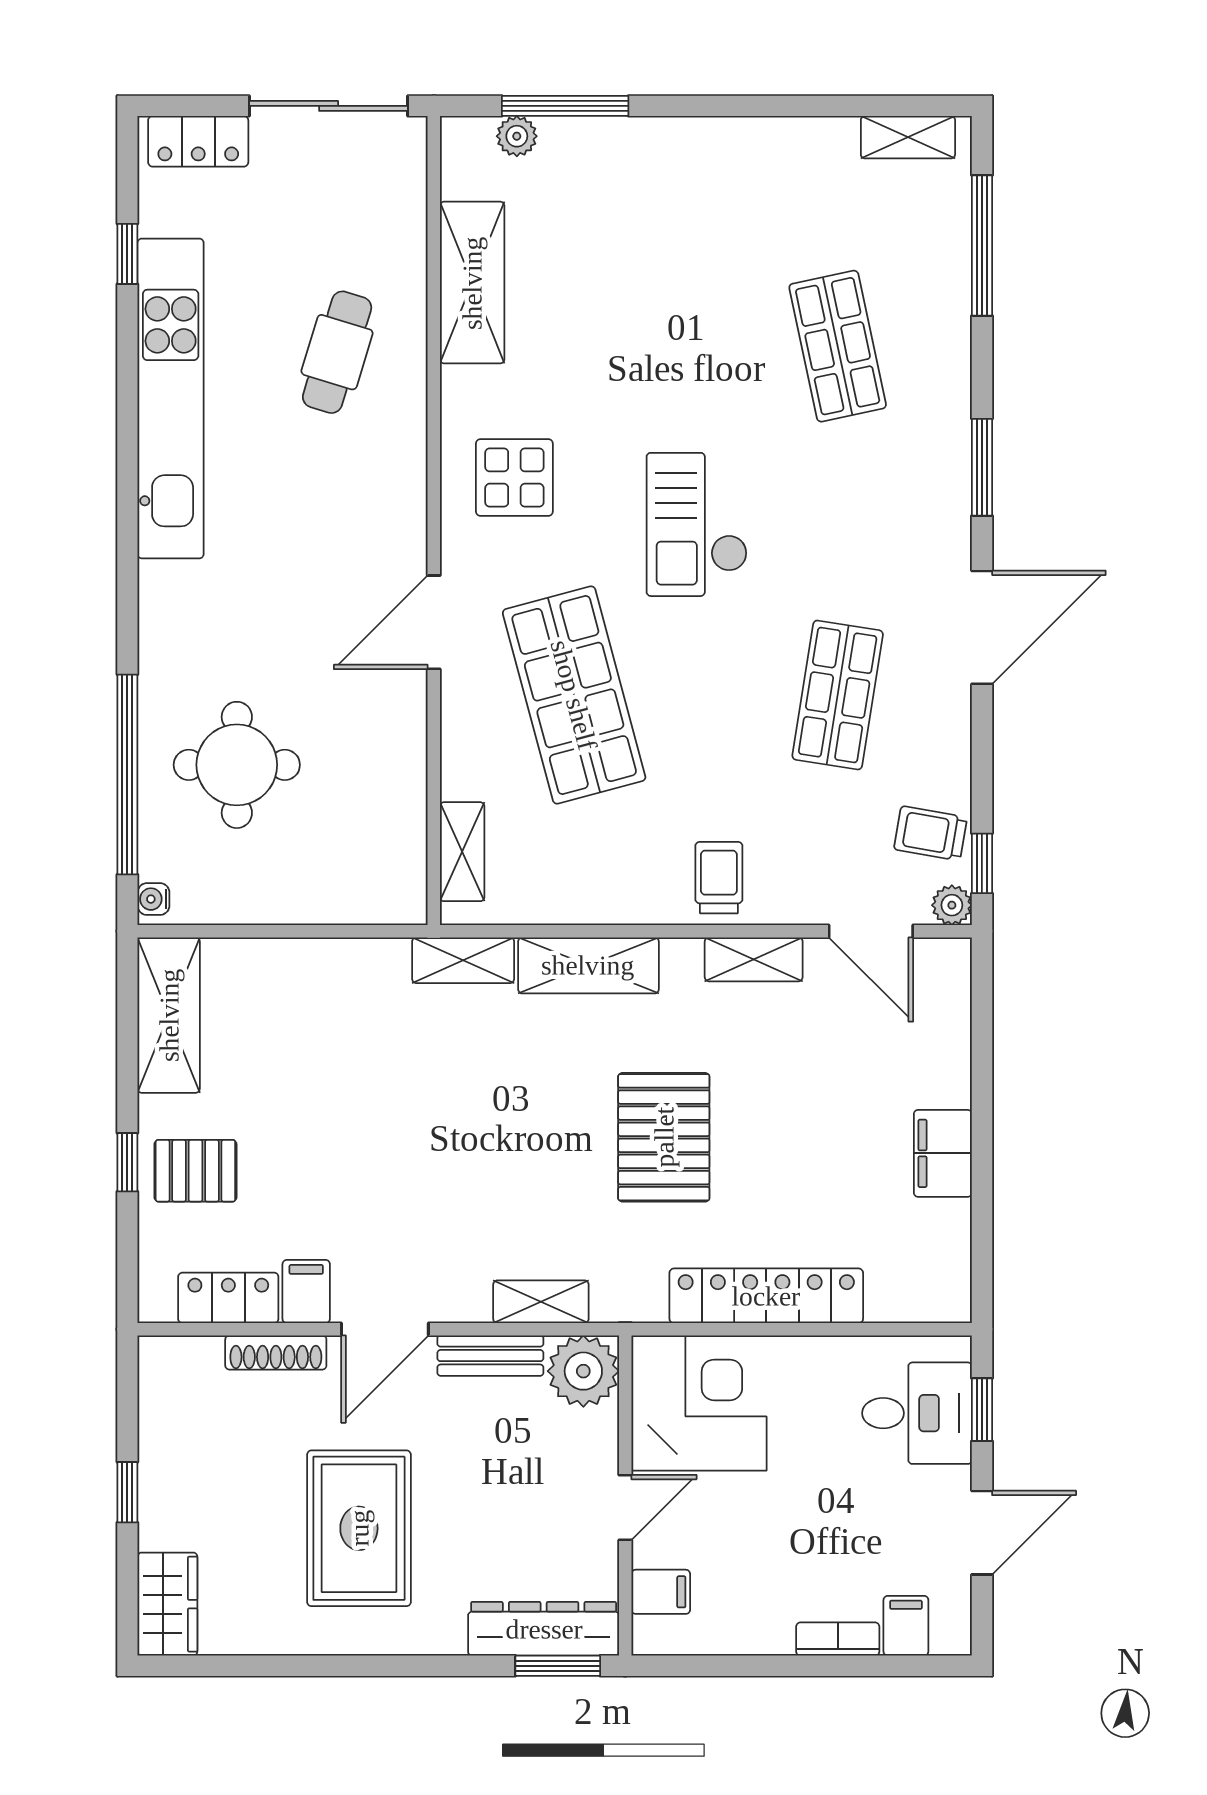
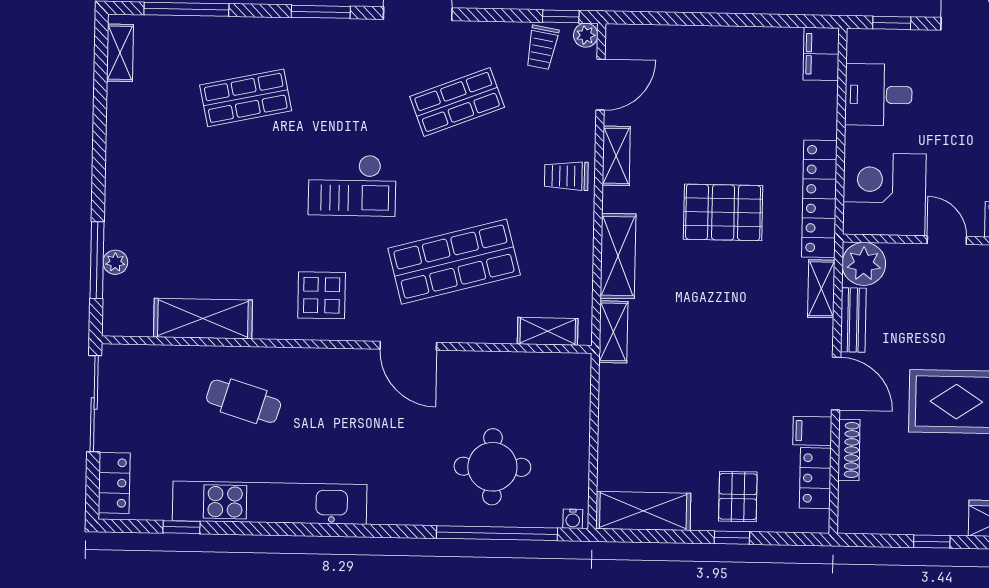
plant: (517, 136) -> (115, 262), moved
shop shelf: (838, 695) -> (457, 102), turned -30
filing cabinet: (943, 1153) -> (821, 54), moved, turned 90
locker: (766, 1296) -> (819, 199), moved
desk: (917, 1413) -> (879, 95), moved, turned -90

